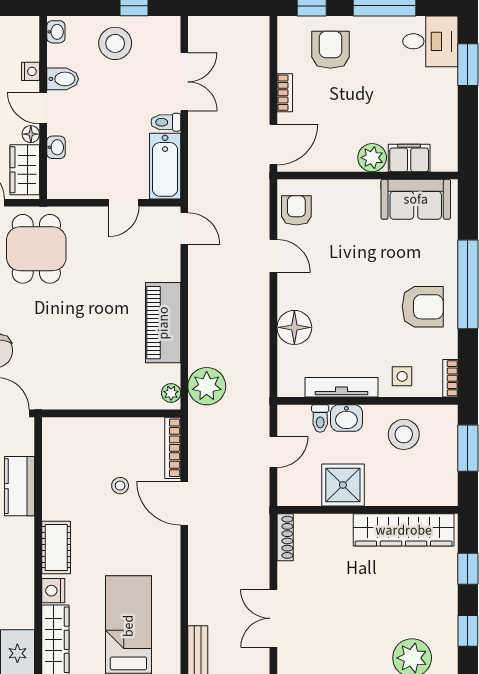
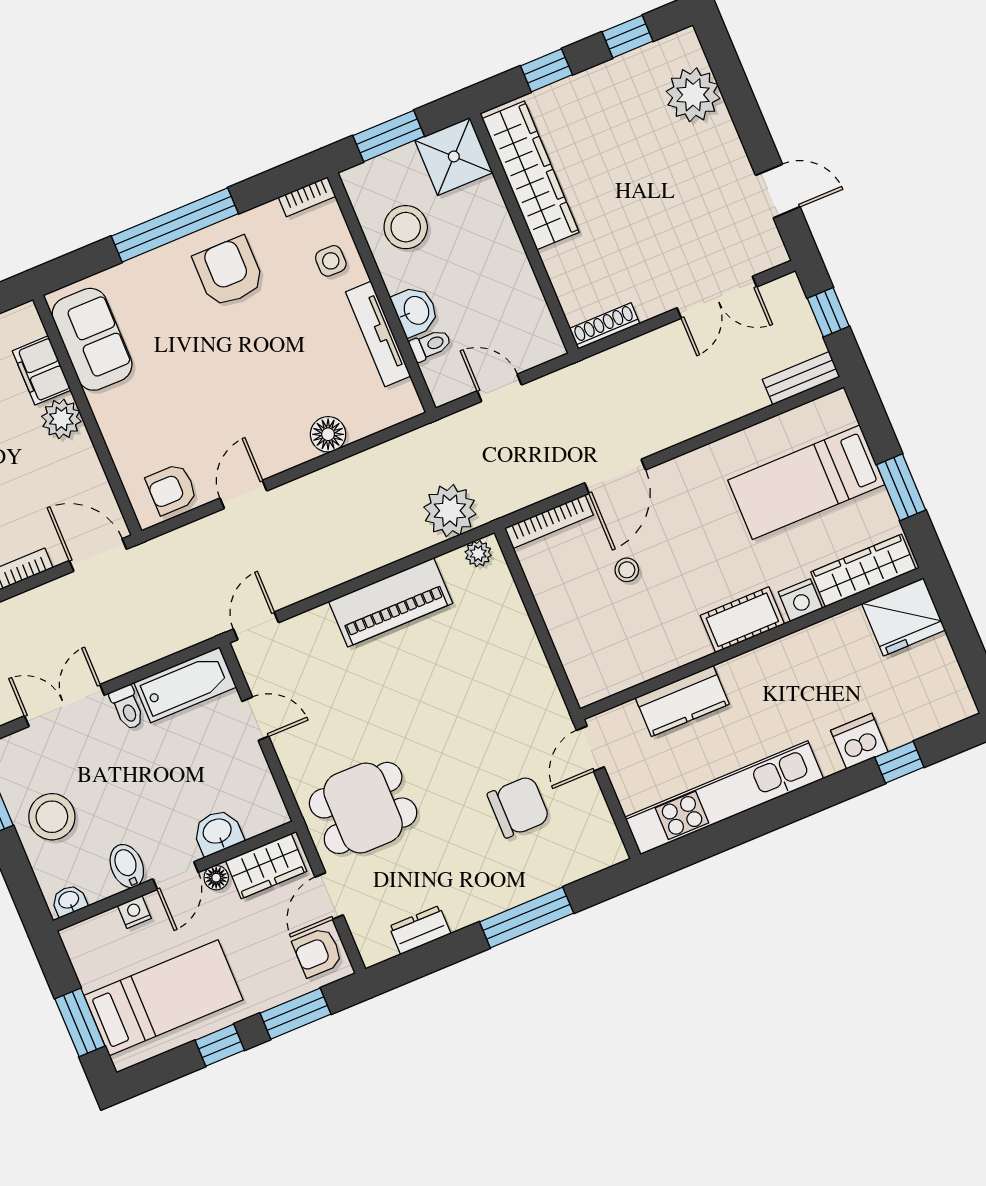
washbasin: (56, 147) -> (218, 832), width x1.38, depth x1.45
floor lamp: (294, 327) -> (328, 434), width x0.73, depth x0.73
shower: (343, 485) -> (454, 156), moved

